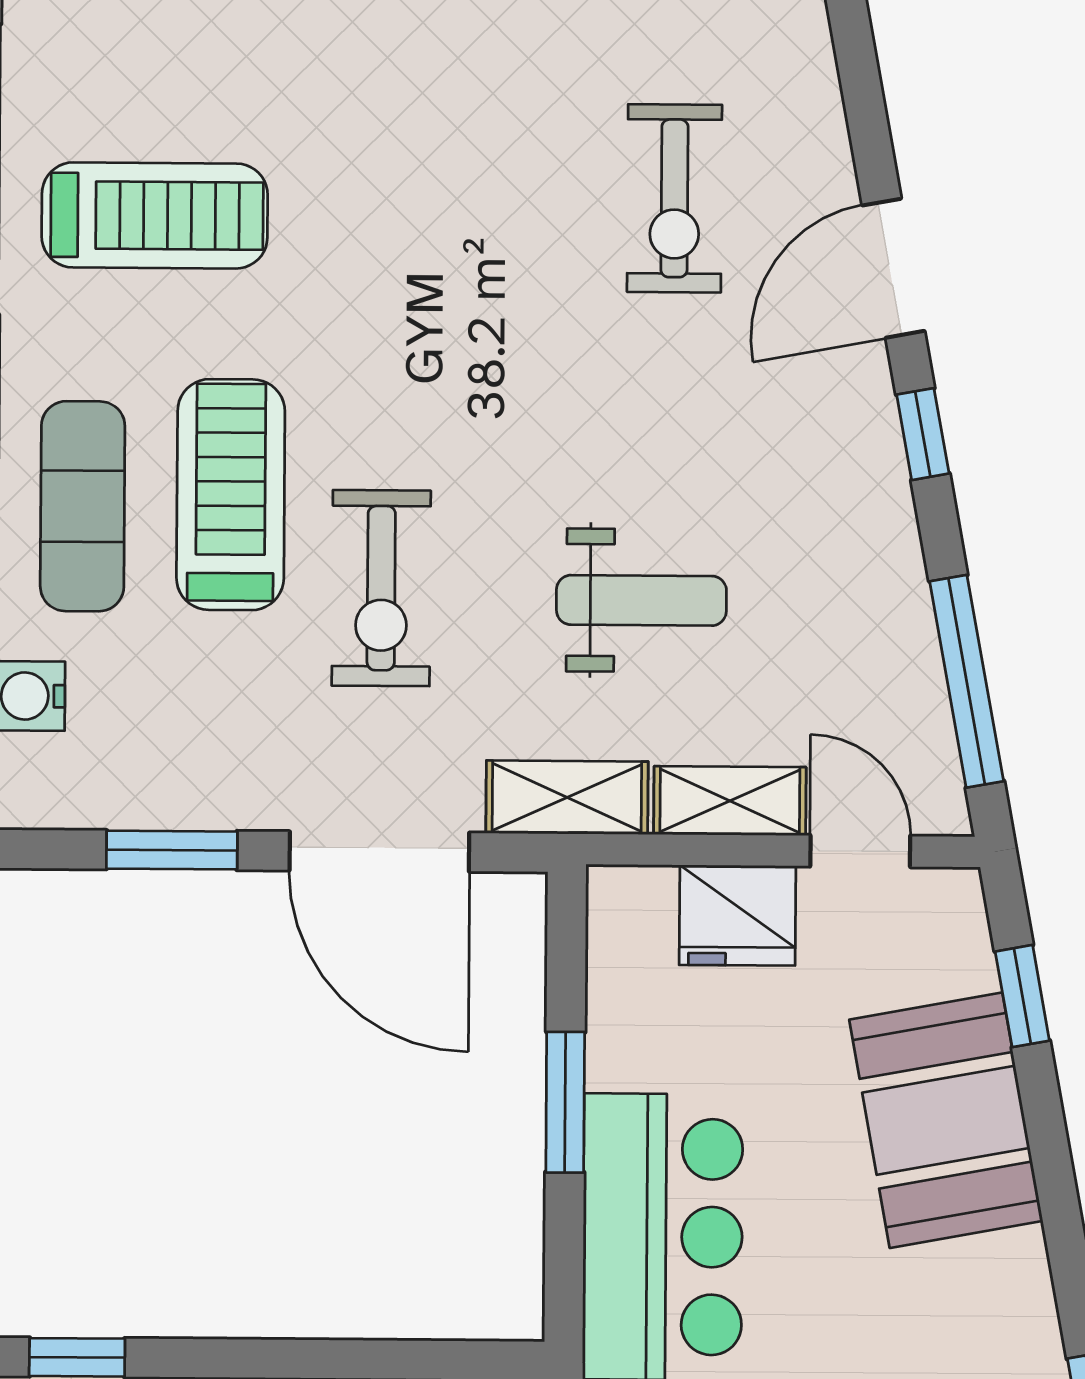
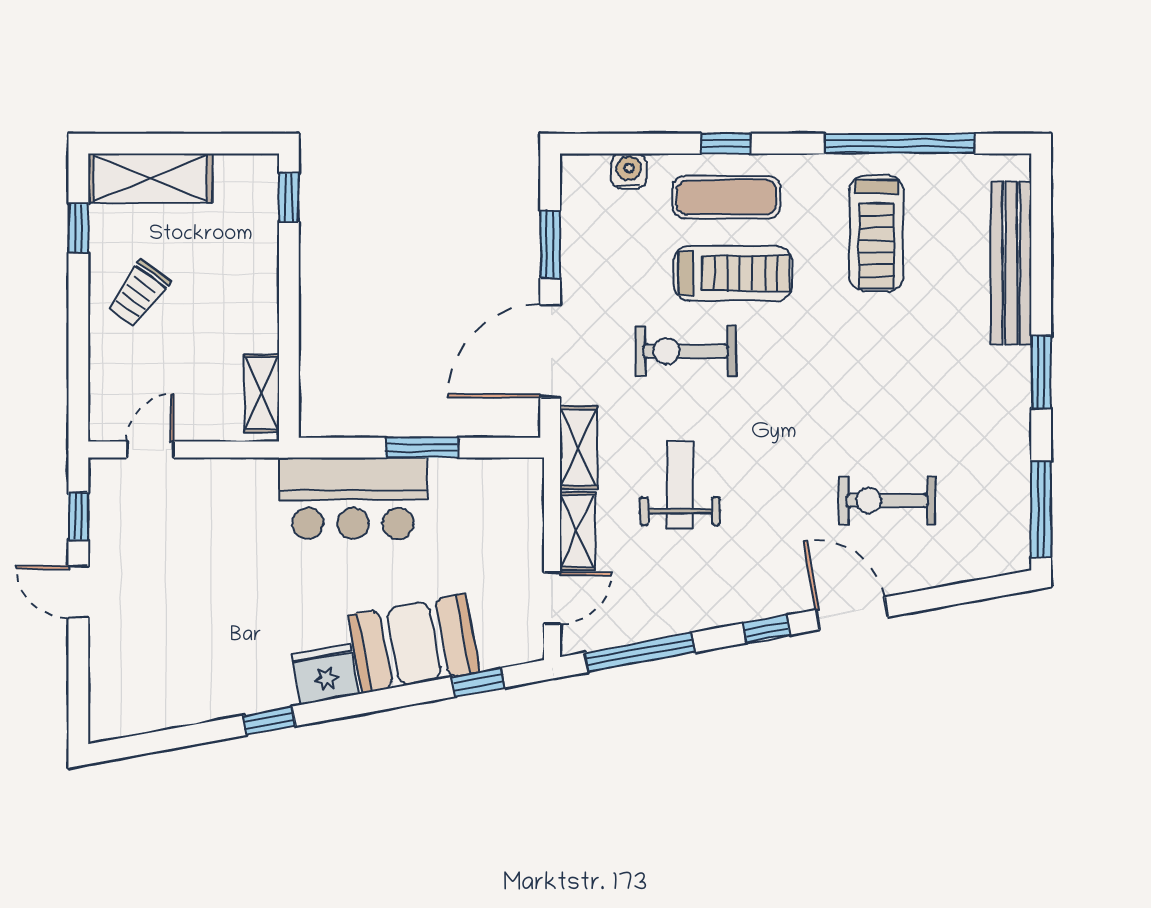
weight bench: (641, 600) -> (680, 485), turned 180
fridge: (737, 915) -> (325, 674), moved, turned 80

